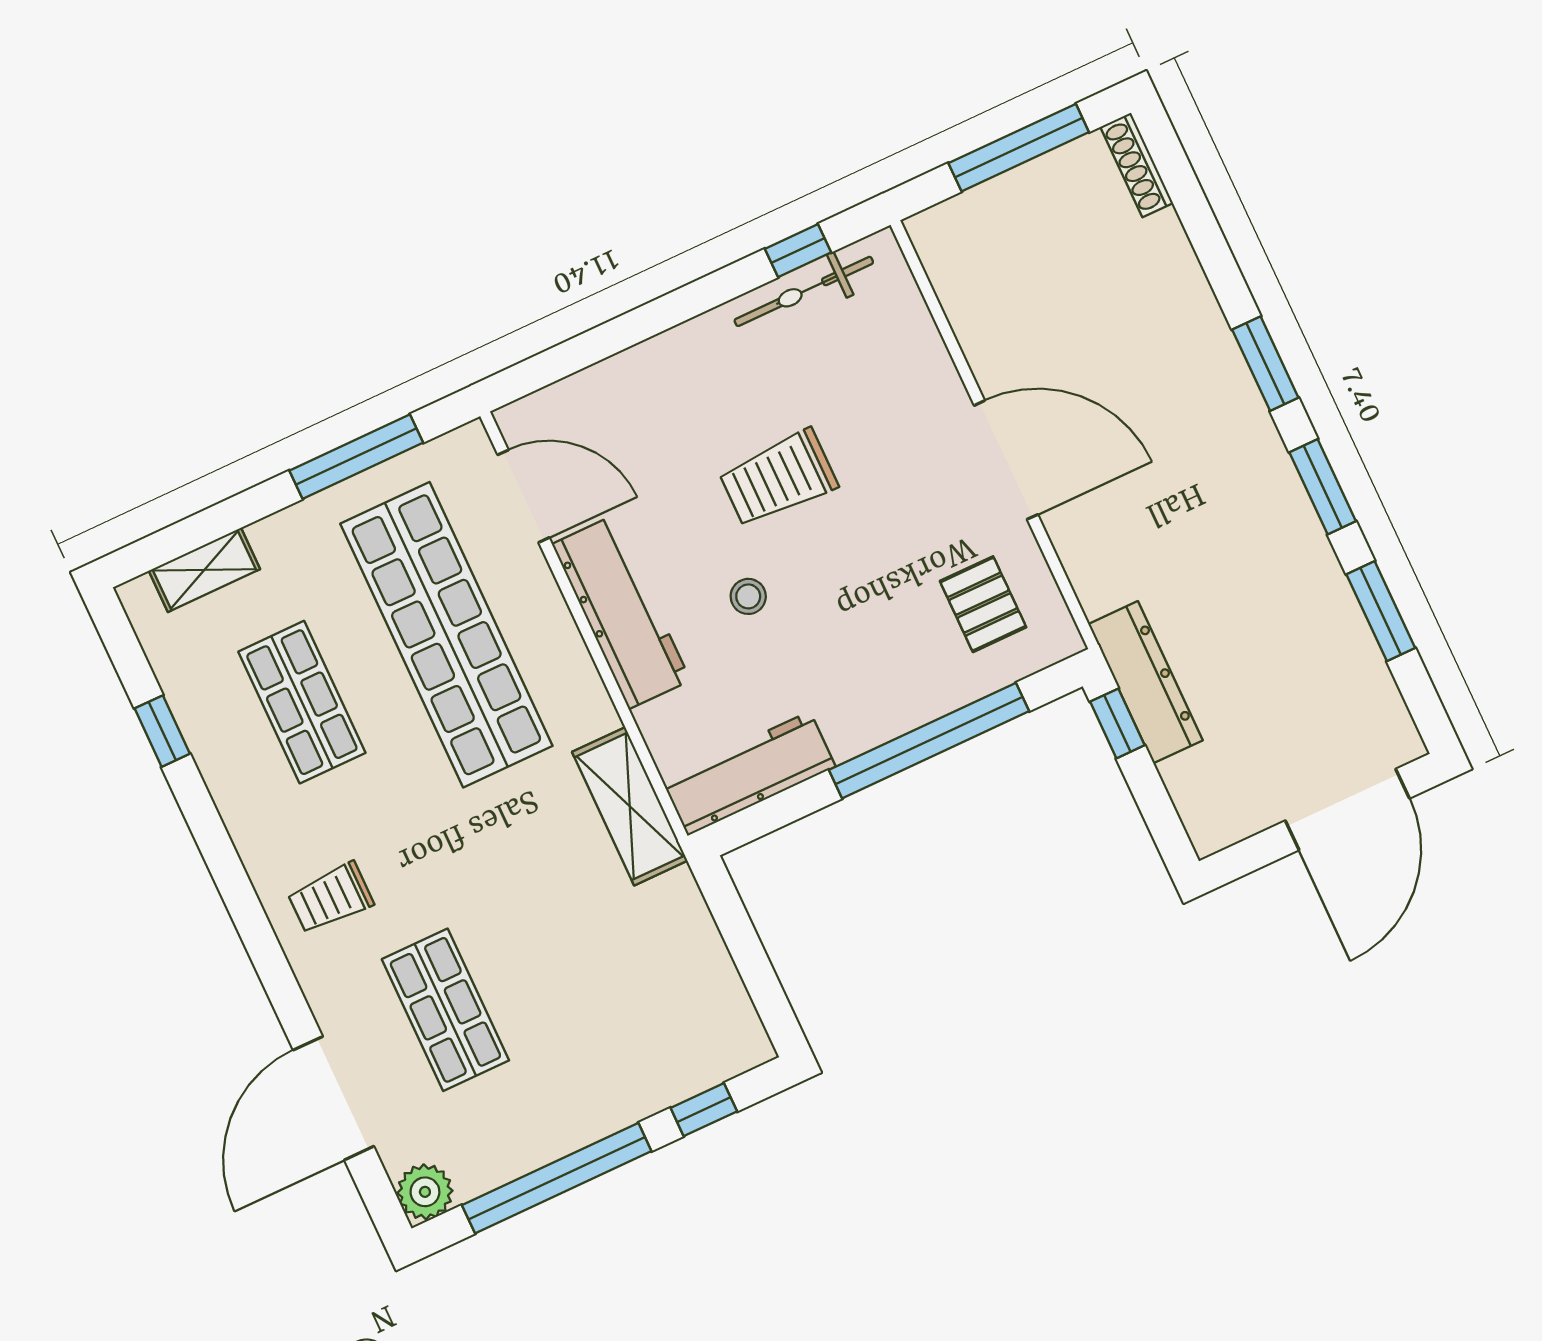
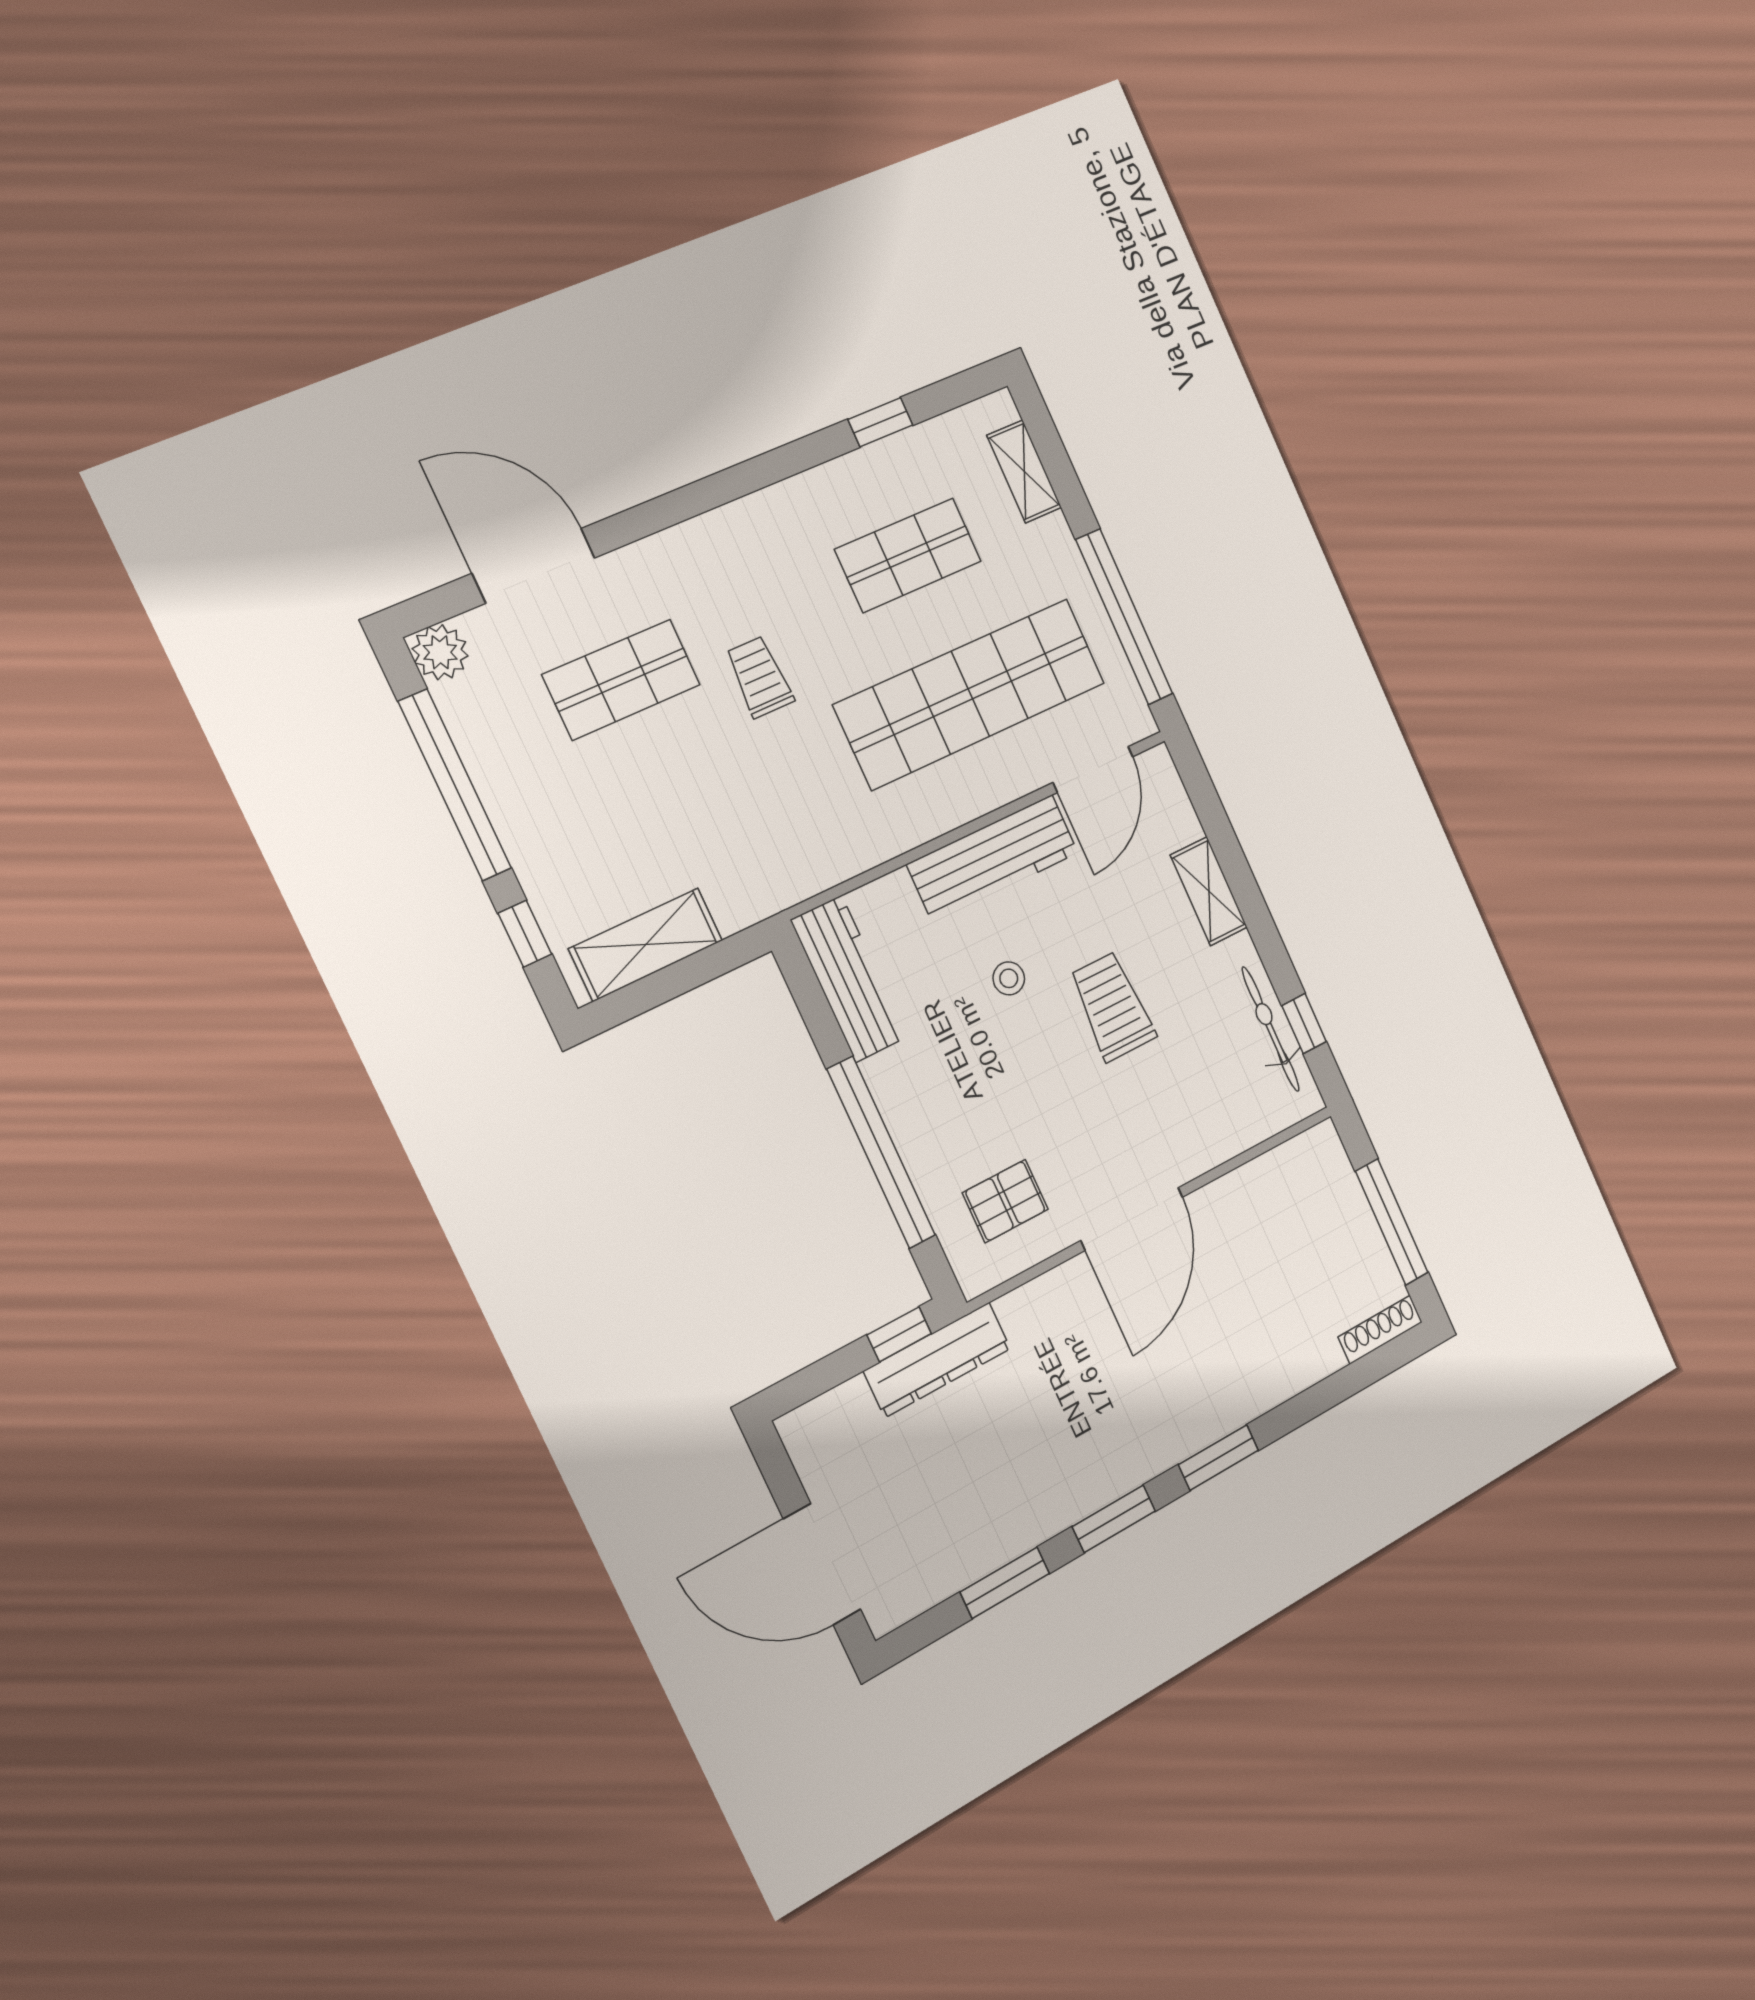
shelving: (653, 362) -> (1209, 891), added
window: (356, 457) -> (1124, 617), width x1.46
shelving: (630, 806) -> (646, 945), moved
trolley: (331, 898) -> (760, 677), moved

